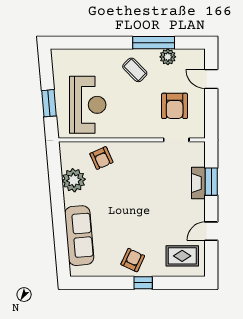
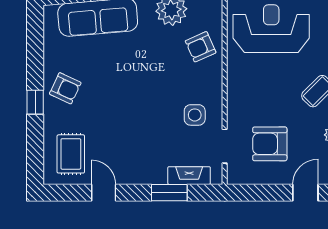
reception desk: (88, 105) -> (271, 29), turned 180
side table: (153, 162) -> (195, 115), added
fireplace: (198, 183) -> (189, 176), moved

